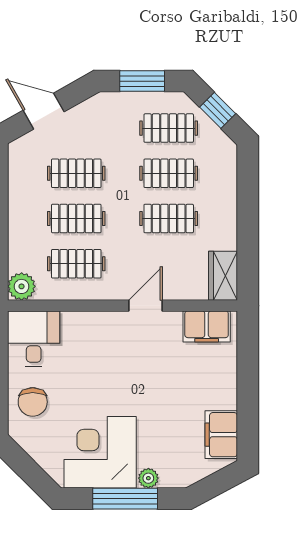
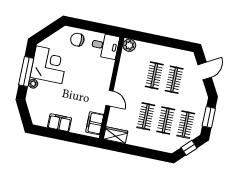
clothes rail: (76, 264) -> (134, 71), removed
filing cabinet: (221, 435) -> (60, 123), moved

